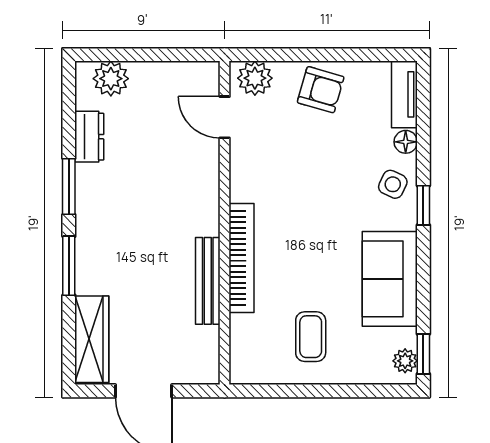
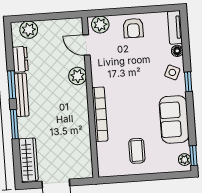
armchair: (321, 90) -> (133, 28), turned 74
plant: (202, 178) -> (78, 76), added
bench: (208, 281) -> (22, 95), moved

